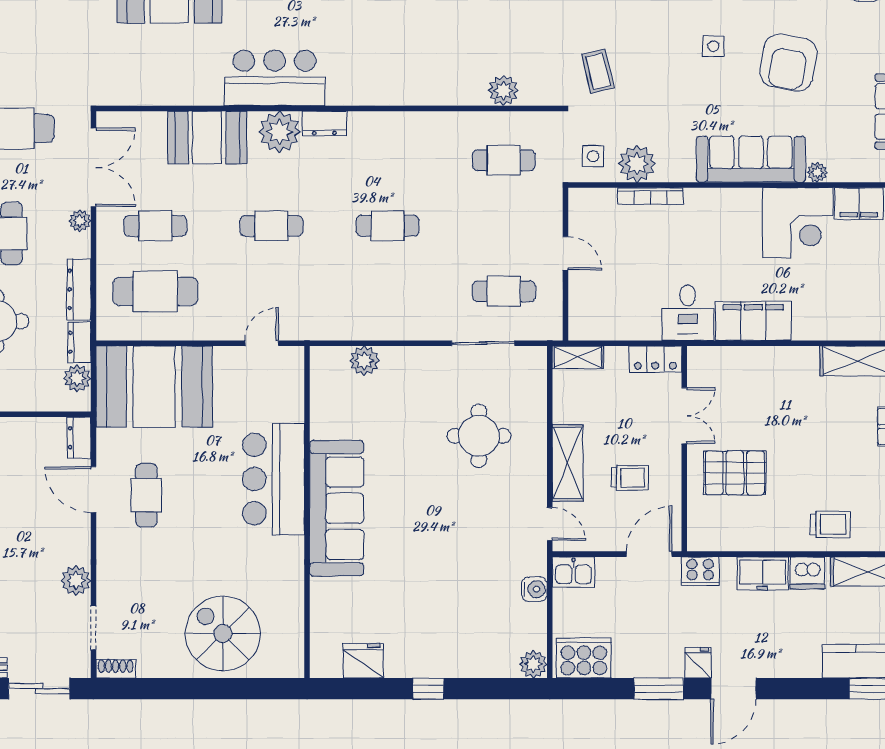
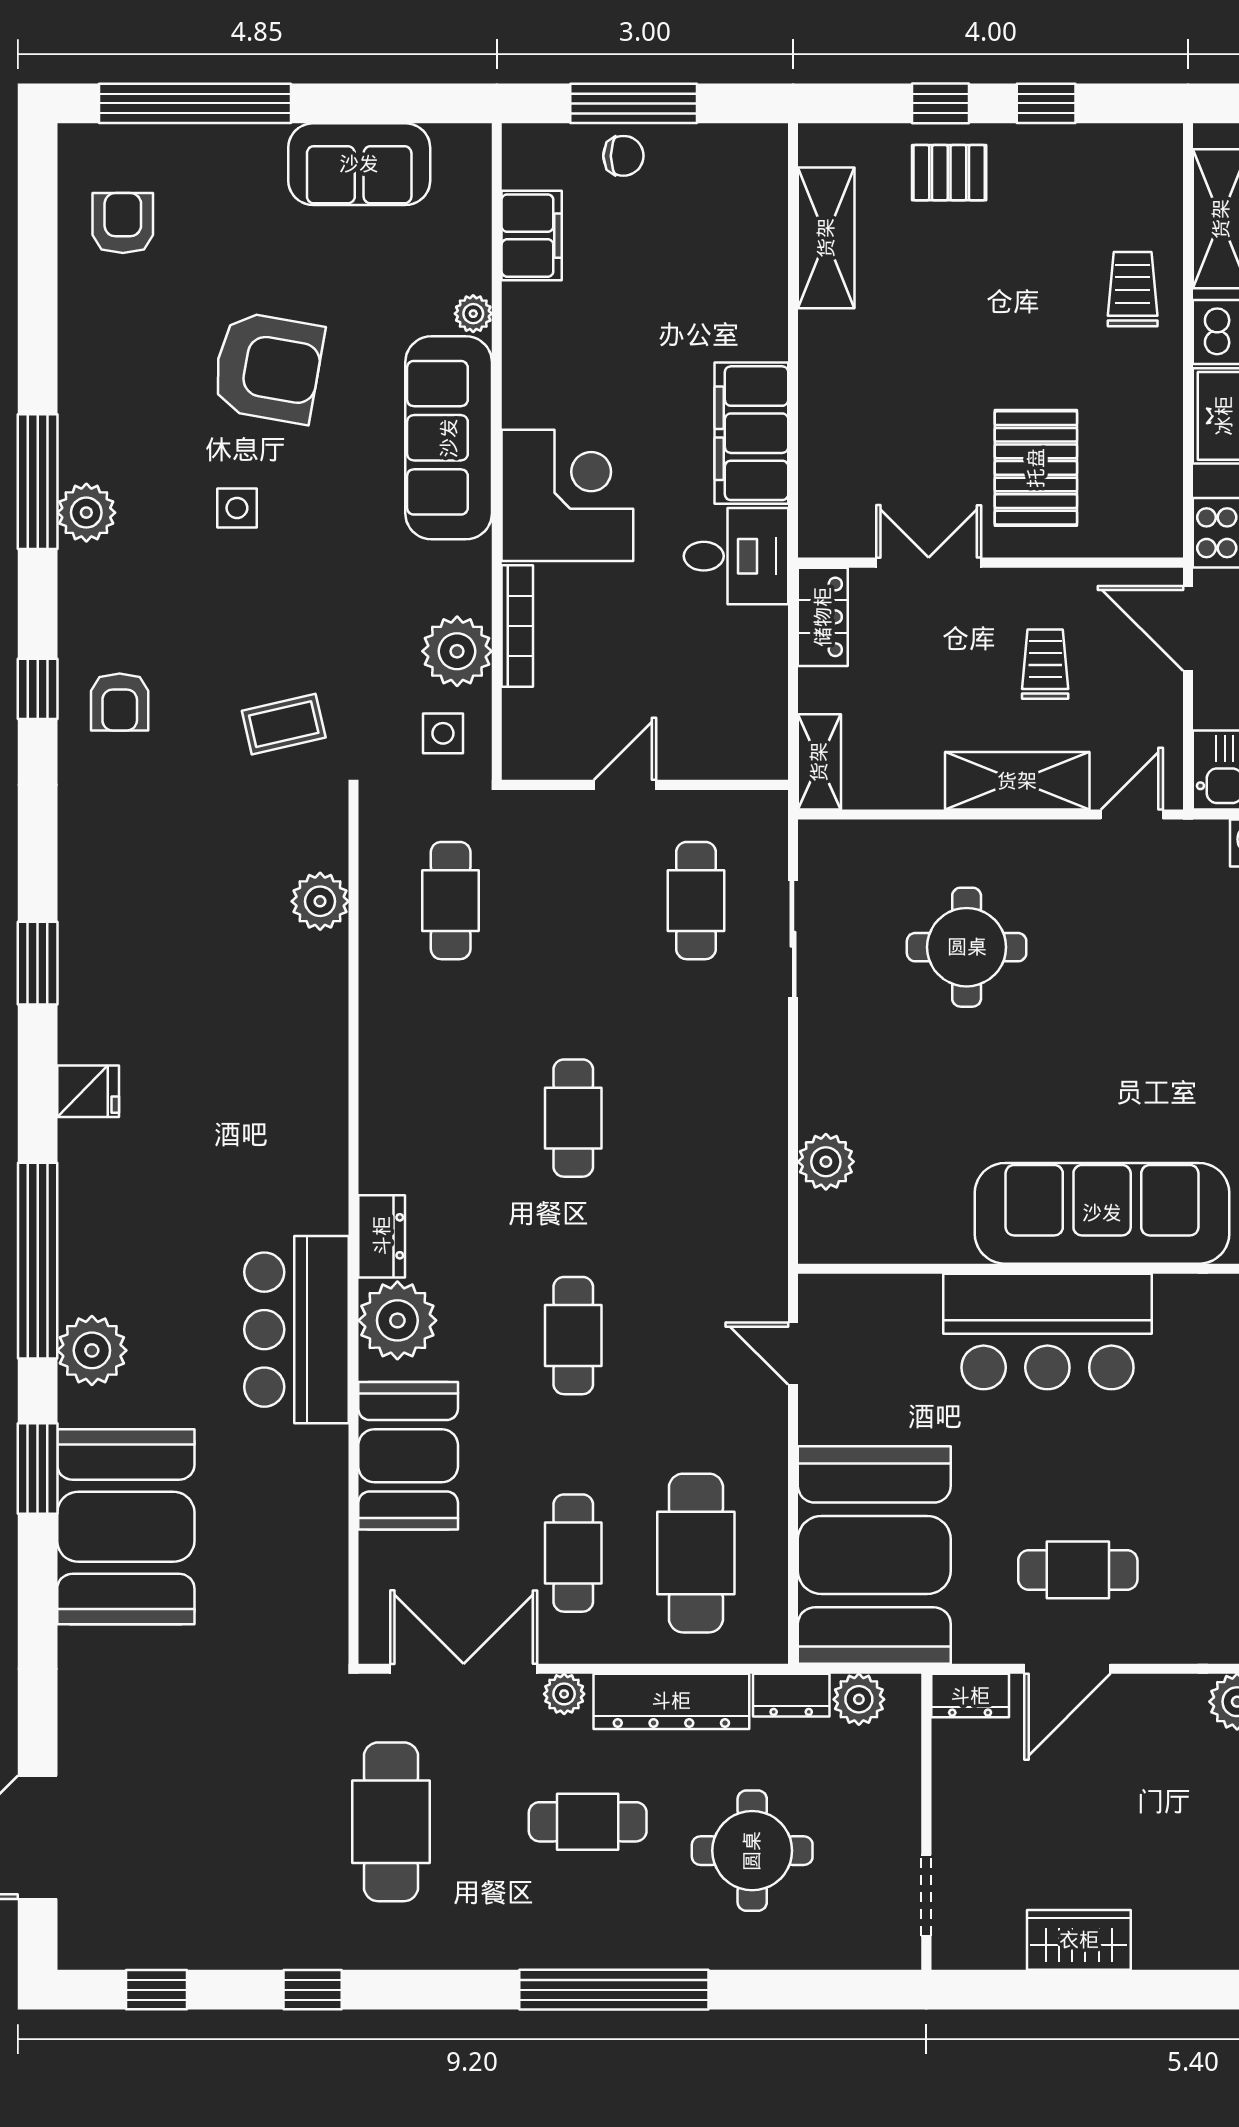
corner desk: (798, 223) -> (567, 495), moved
dresser: (79, 289) -> (671, 1701), width x1.37, depth x1.24

